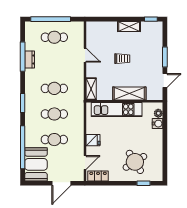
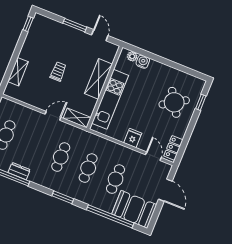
shelving: (129, 26) -> (18, 72), moved
door: (85, 55) -> (53, 116), moved

